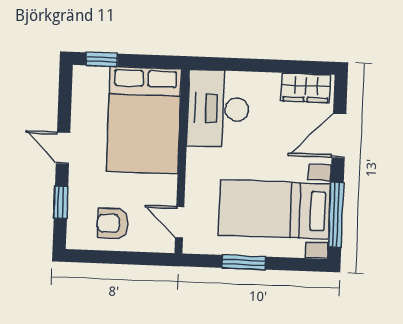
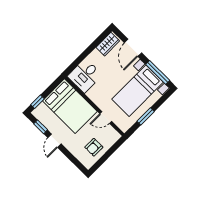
desk: (218, 109) -> (85, 76), width x0.73
door: (63, 148) -> (55, 141), hinge flipped
window: (61, 202) -> (41, 127), moved
door: (180, 222) -> (106, 117), moved

